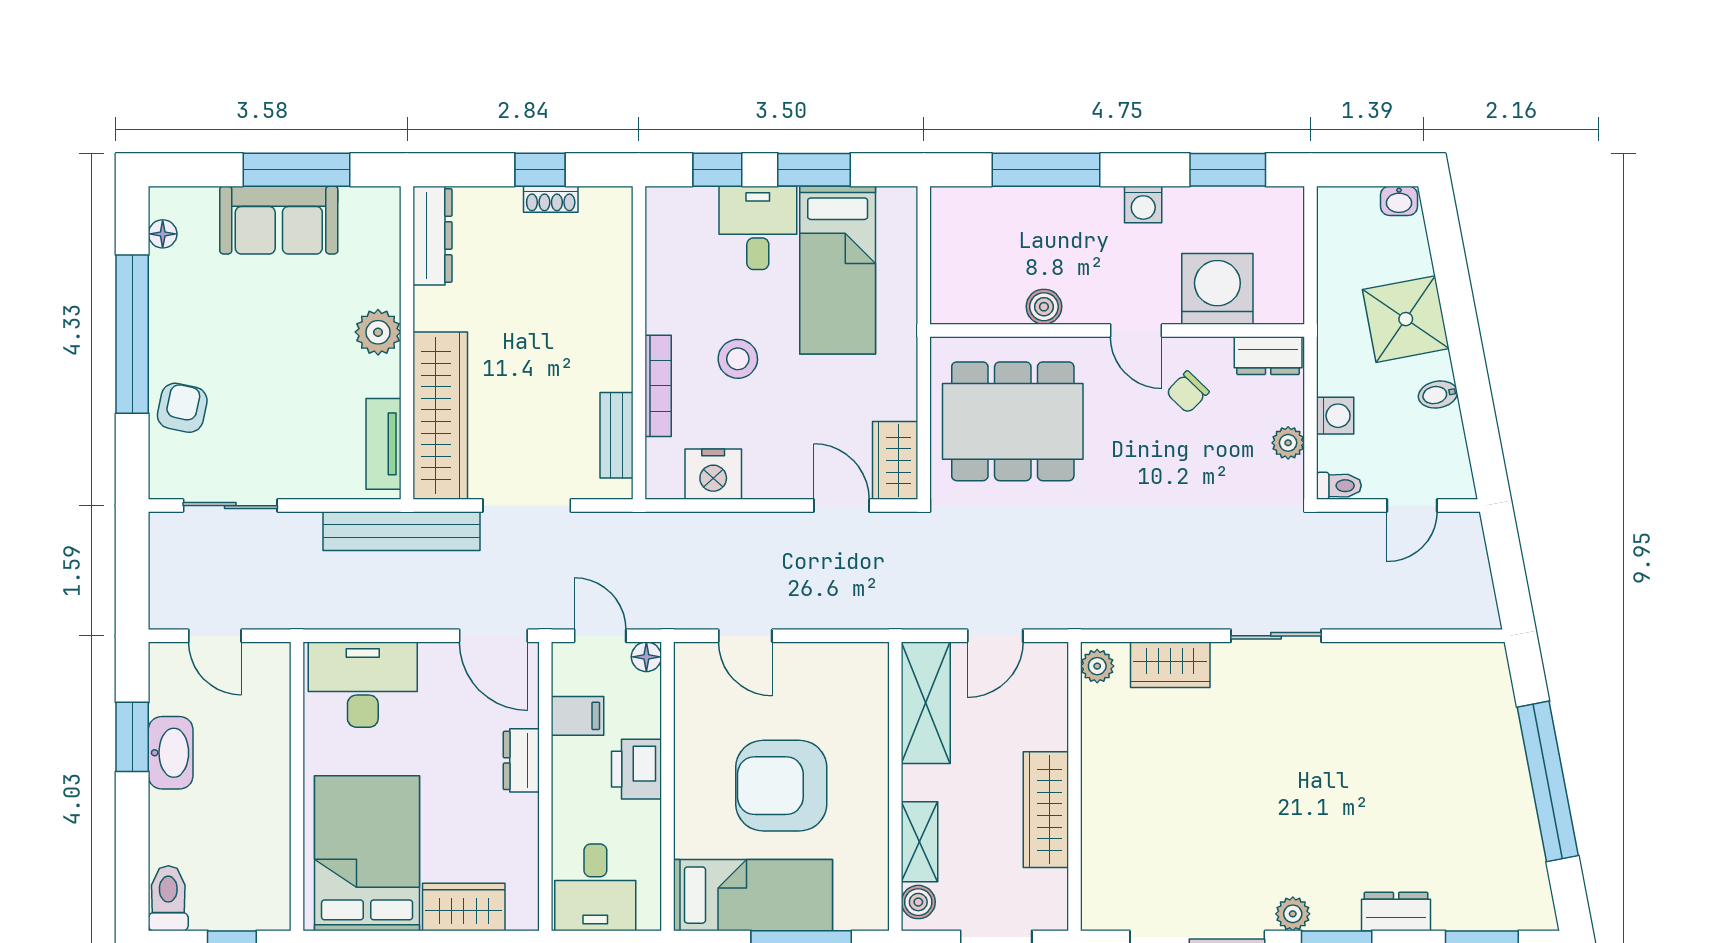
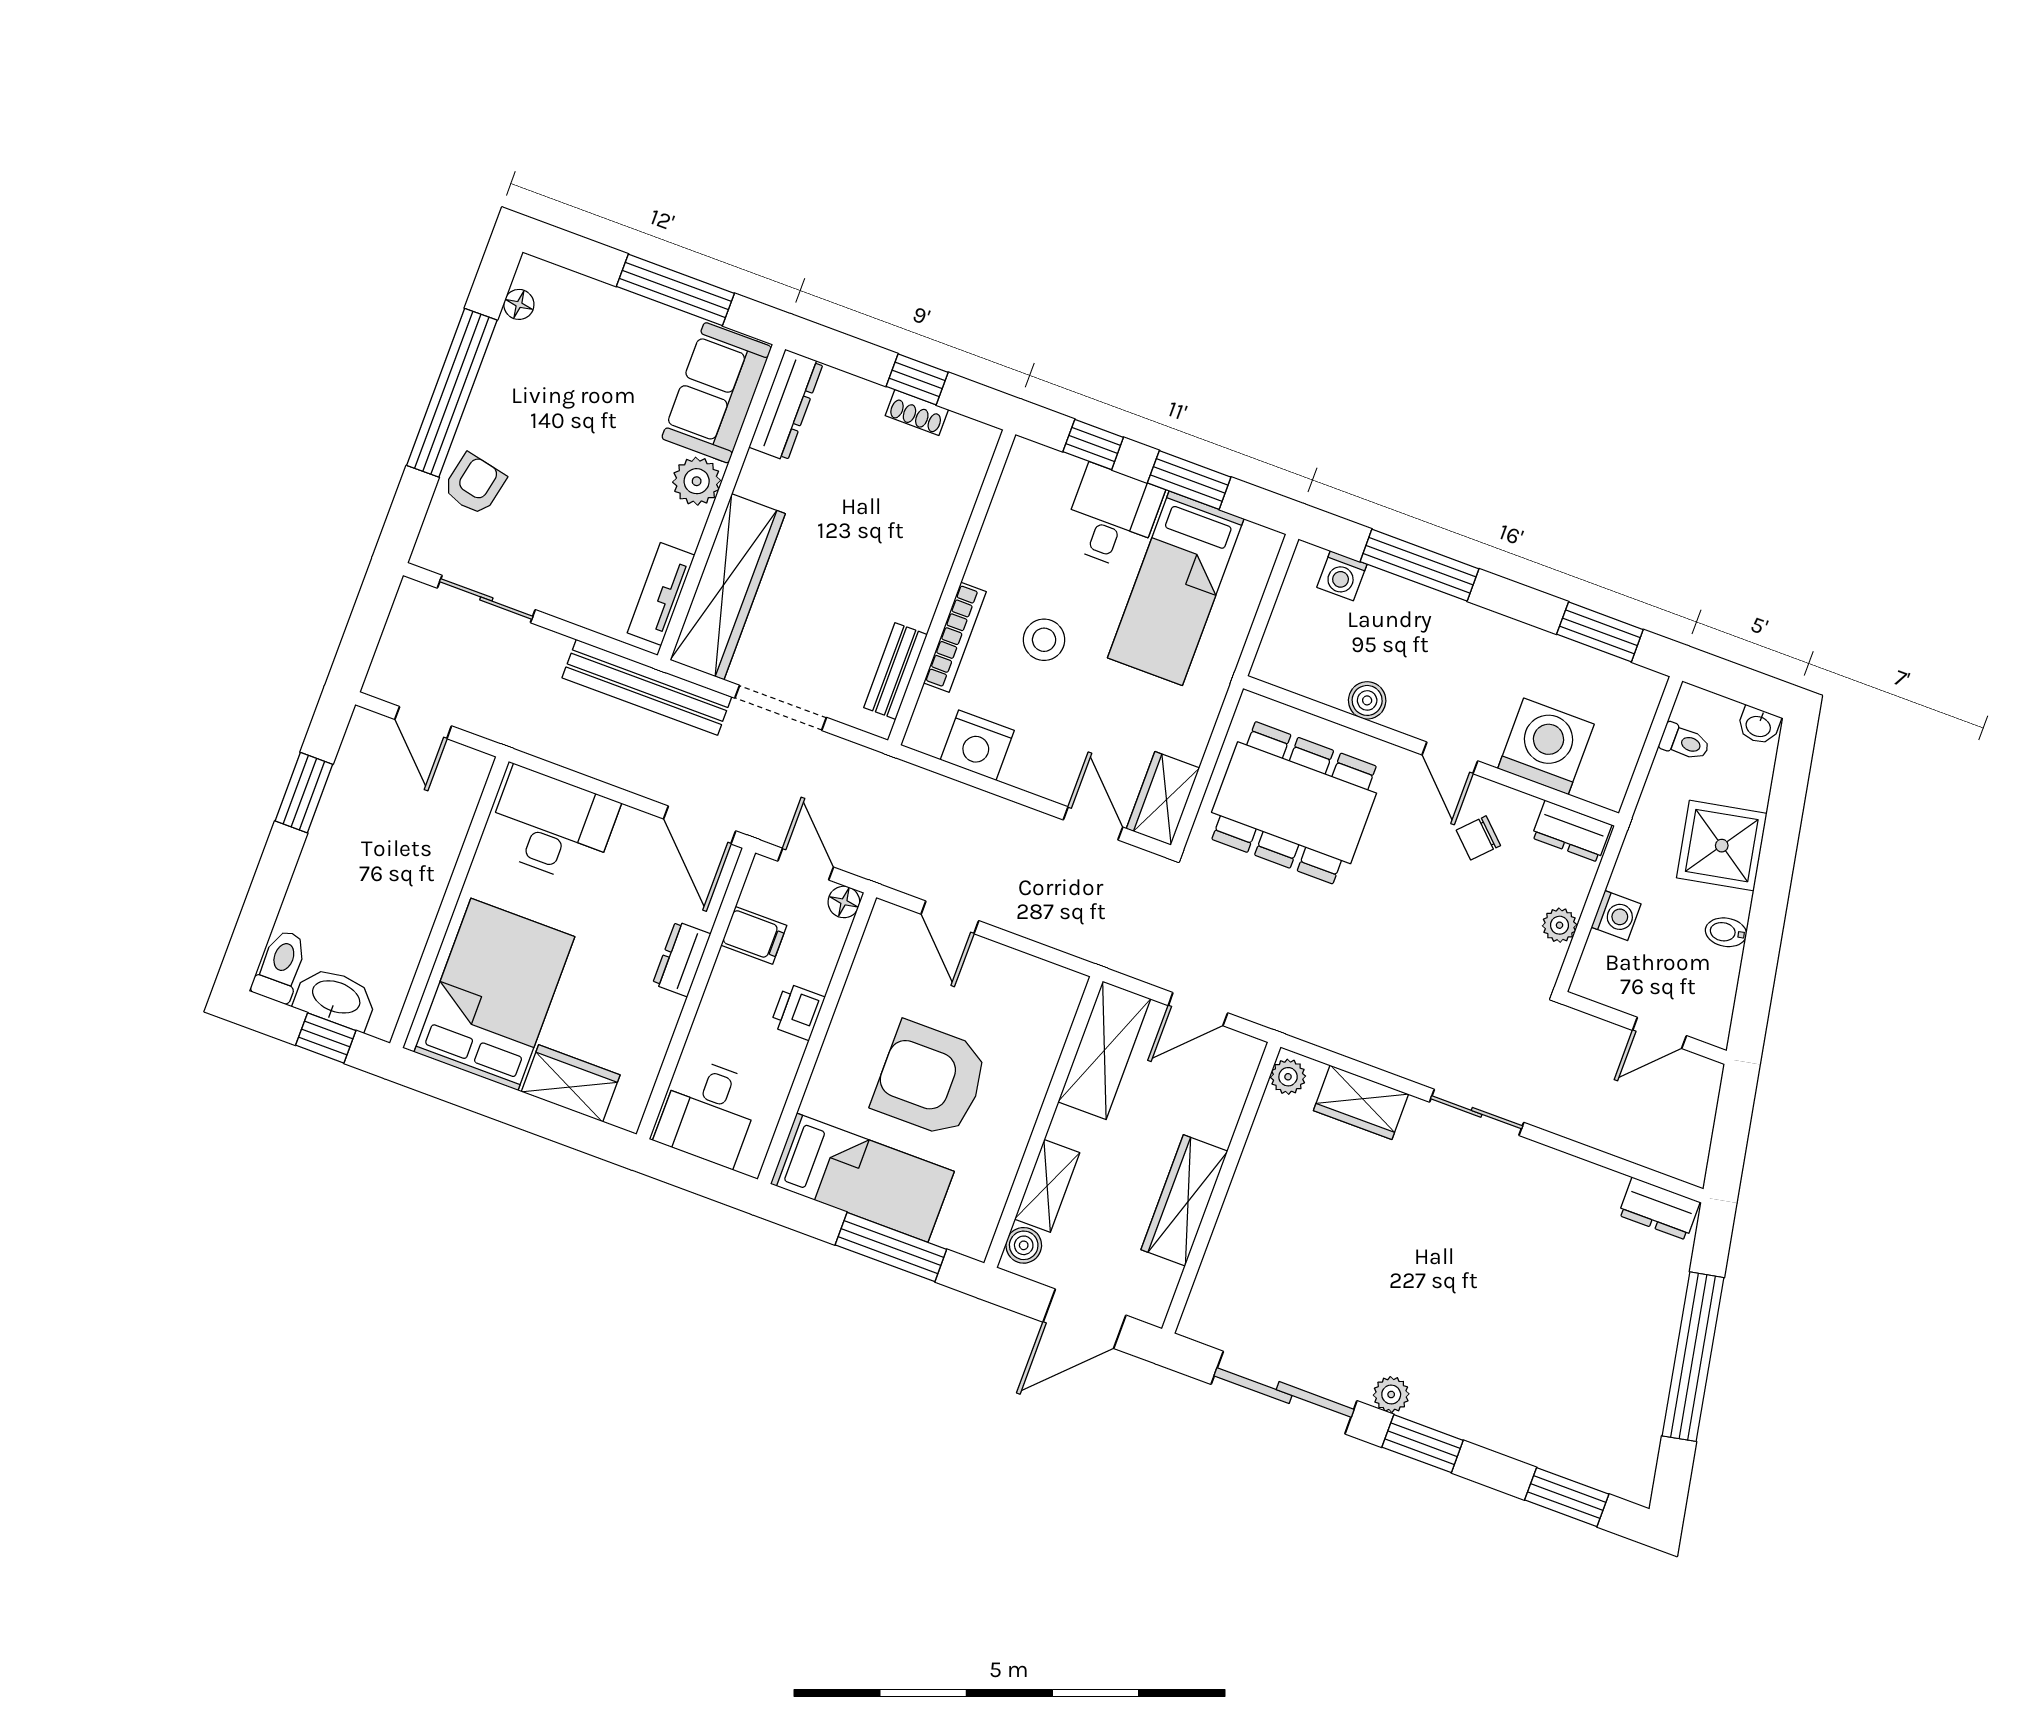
washing machine: (1143, 205) -> (1342, 576), moved
sofa: (279, 220) -> (717, 393), moved, turned 90
toilet: (1339, 486) -> (1685, 742), moved
washbasin: (171, 753) -> (336, 998), moved, turned -90
printer: (636, 769) -> (798, 1012), width x0.73, depth x0.81
dresser: (1396, 912) -> (1659, 1209), moved, turned 180

